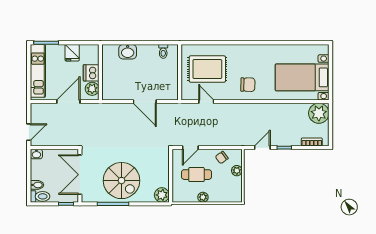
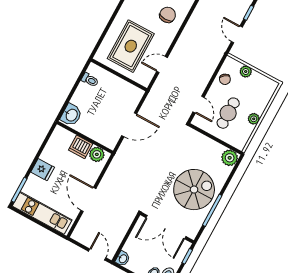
wall: (100, 72) -> (85, 137), moved
dishwasher: (91, 73) -> (81, 147), moved
plant: (92, 89) -> (97, 154), moved

